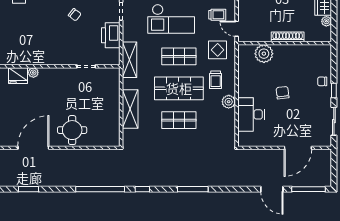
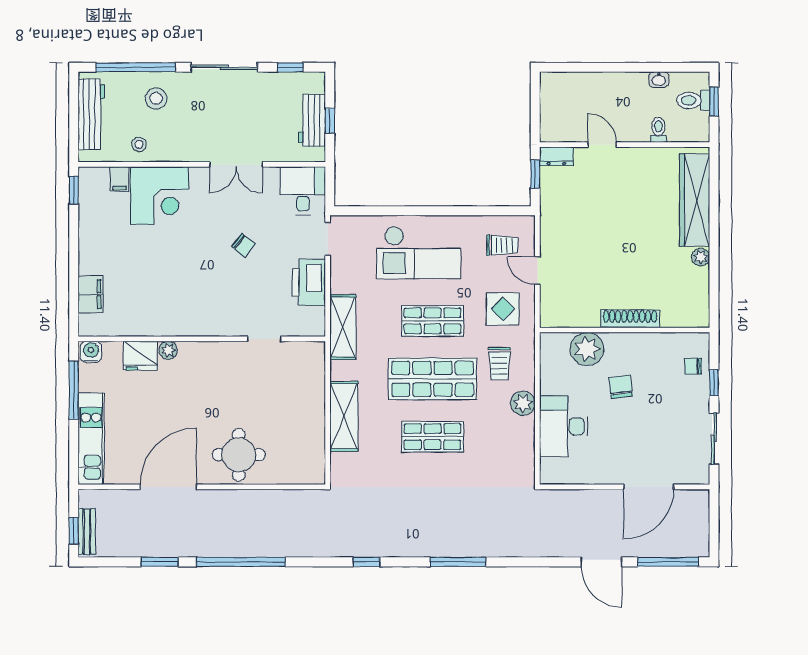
shoe rack: (288, 37) -> (630, 319), moved
wall: (285, 43) -> (625, 330), moved
plant: (264, 54) -> (587, 349), moved
window: (100, 189) -> (241, 562), moved

